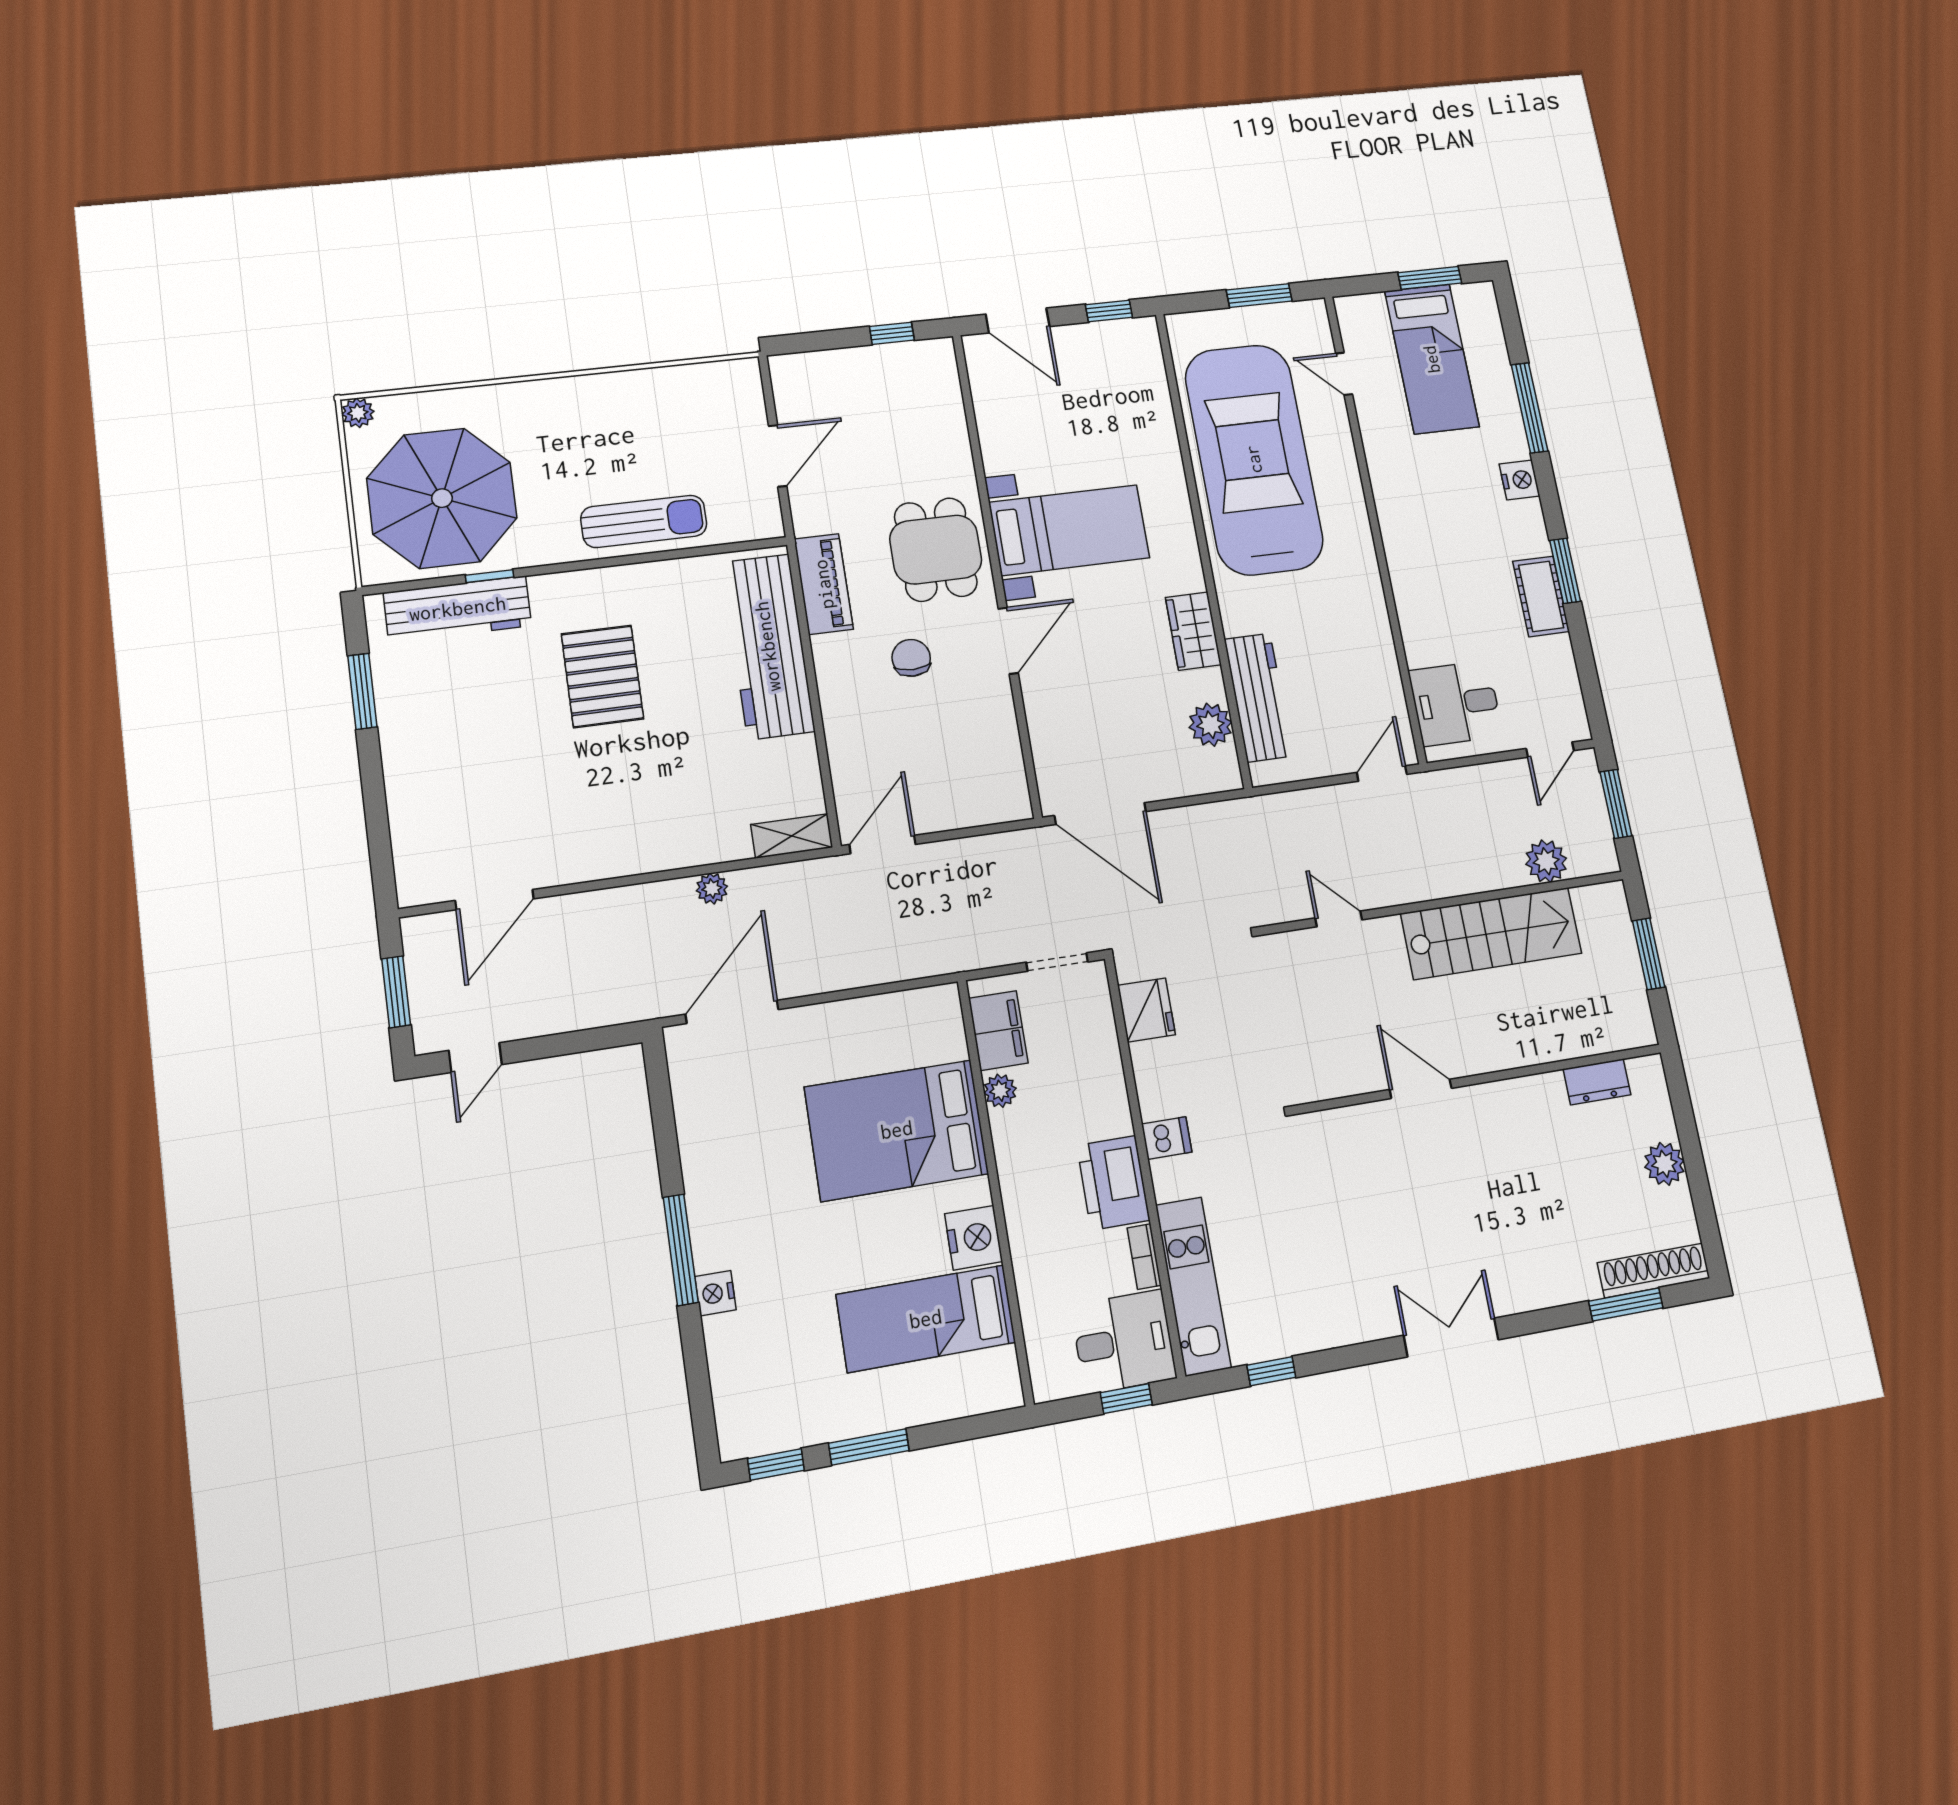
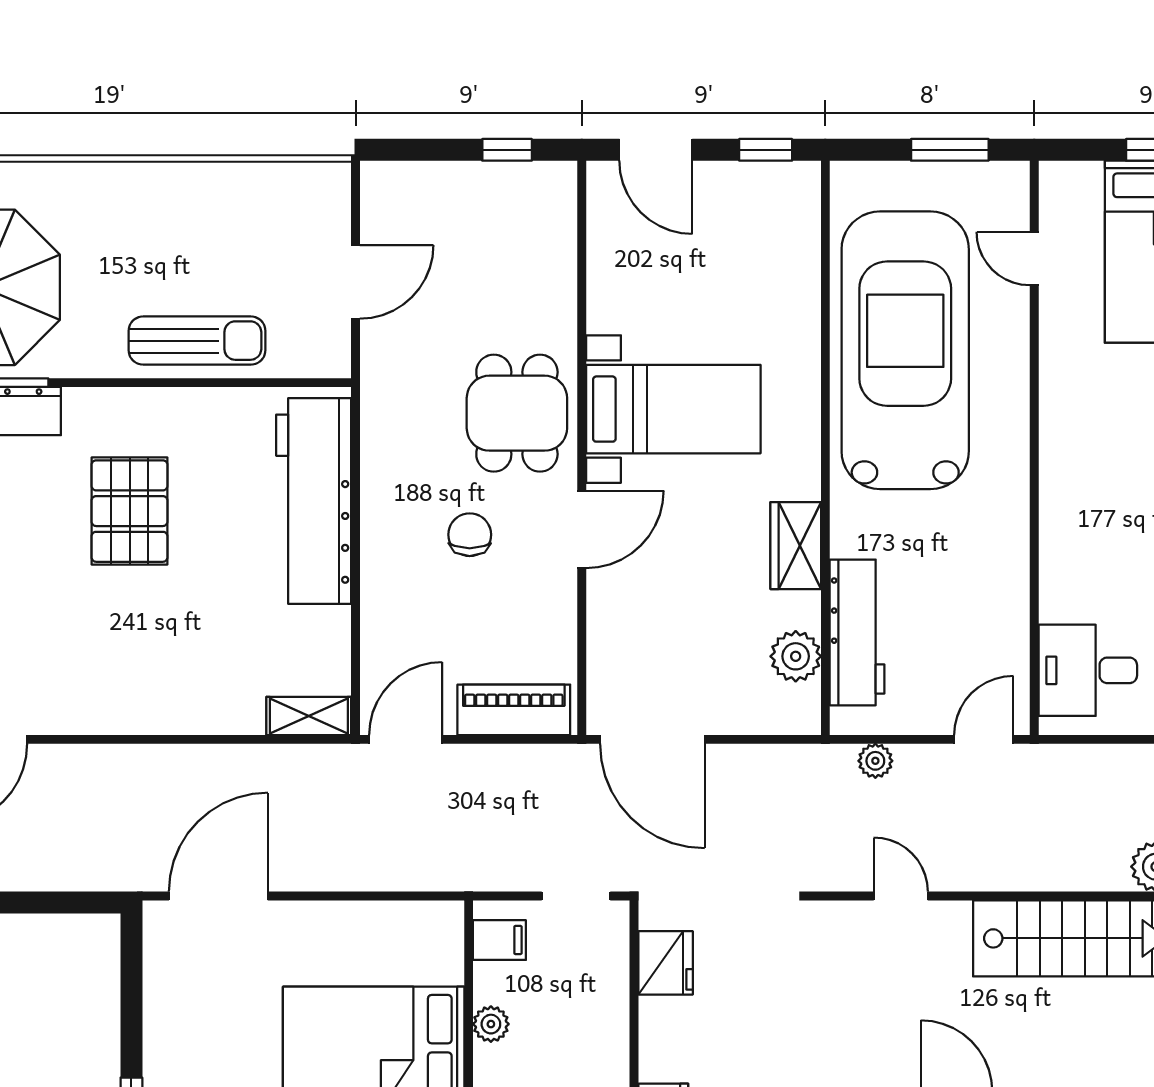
piano: (824, 584) -> (514, 710), moved, turned -90
plant: (712, 888) -> (875, 761), moved
filing cabinet: (998, 1031) -> (499, 940), width x0.50

